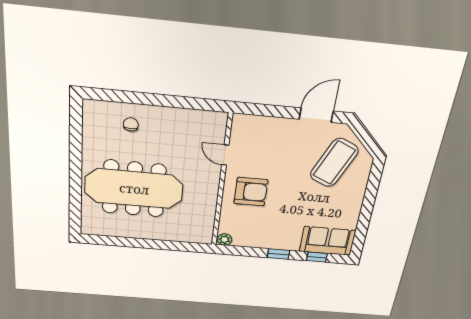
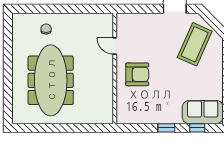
meeting table: (134, 189) -> (51, 80), turned 90
plant: (225, 239) -> (123, 118), removed

